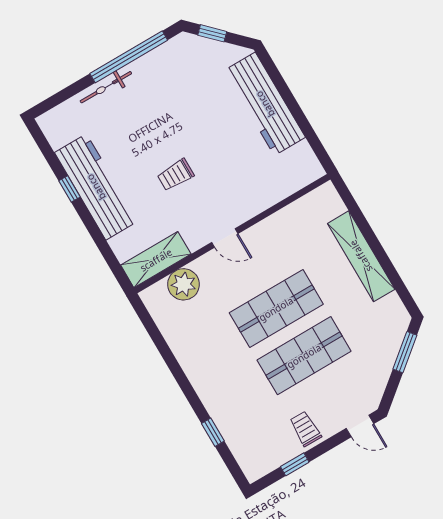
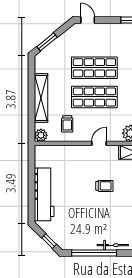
plant: (326, 196) -> (41, 135), added
door: (225, 238) -> (99, 143), hinge flipped
trolley: (305, 429) -> (67, 124), moved

